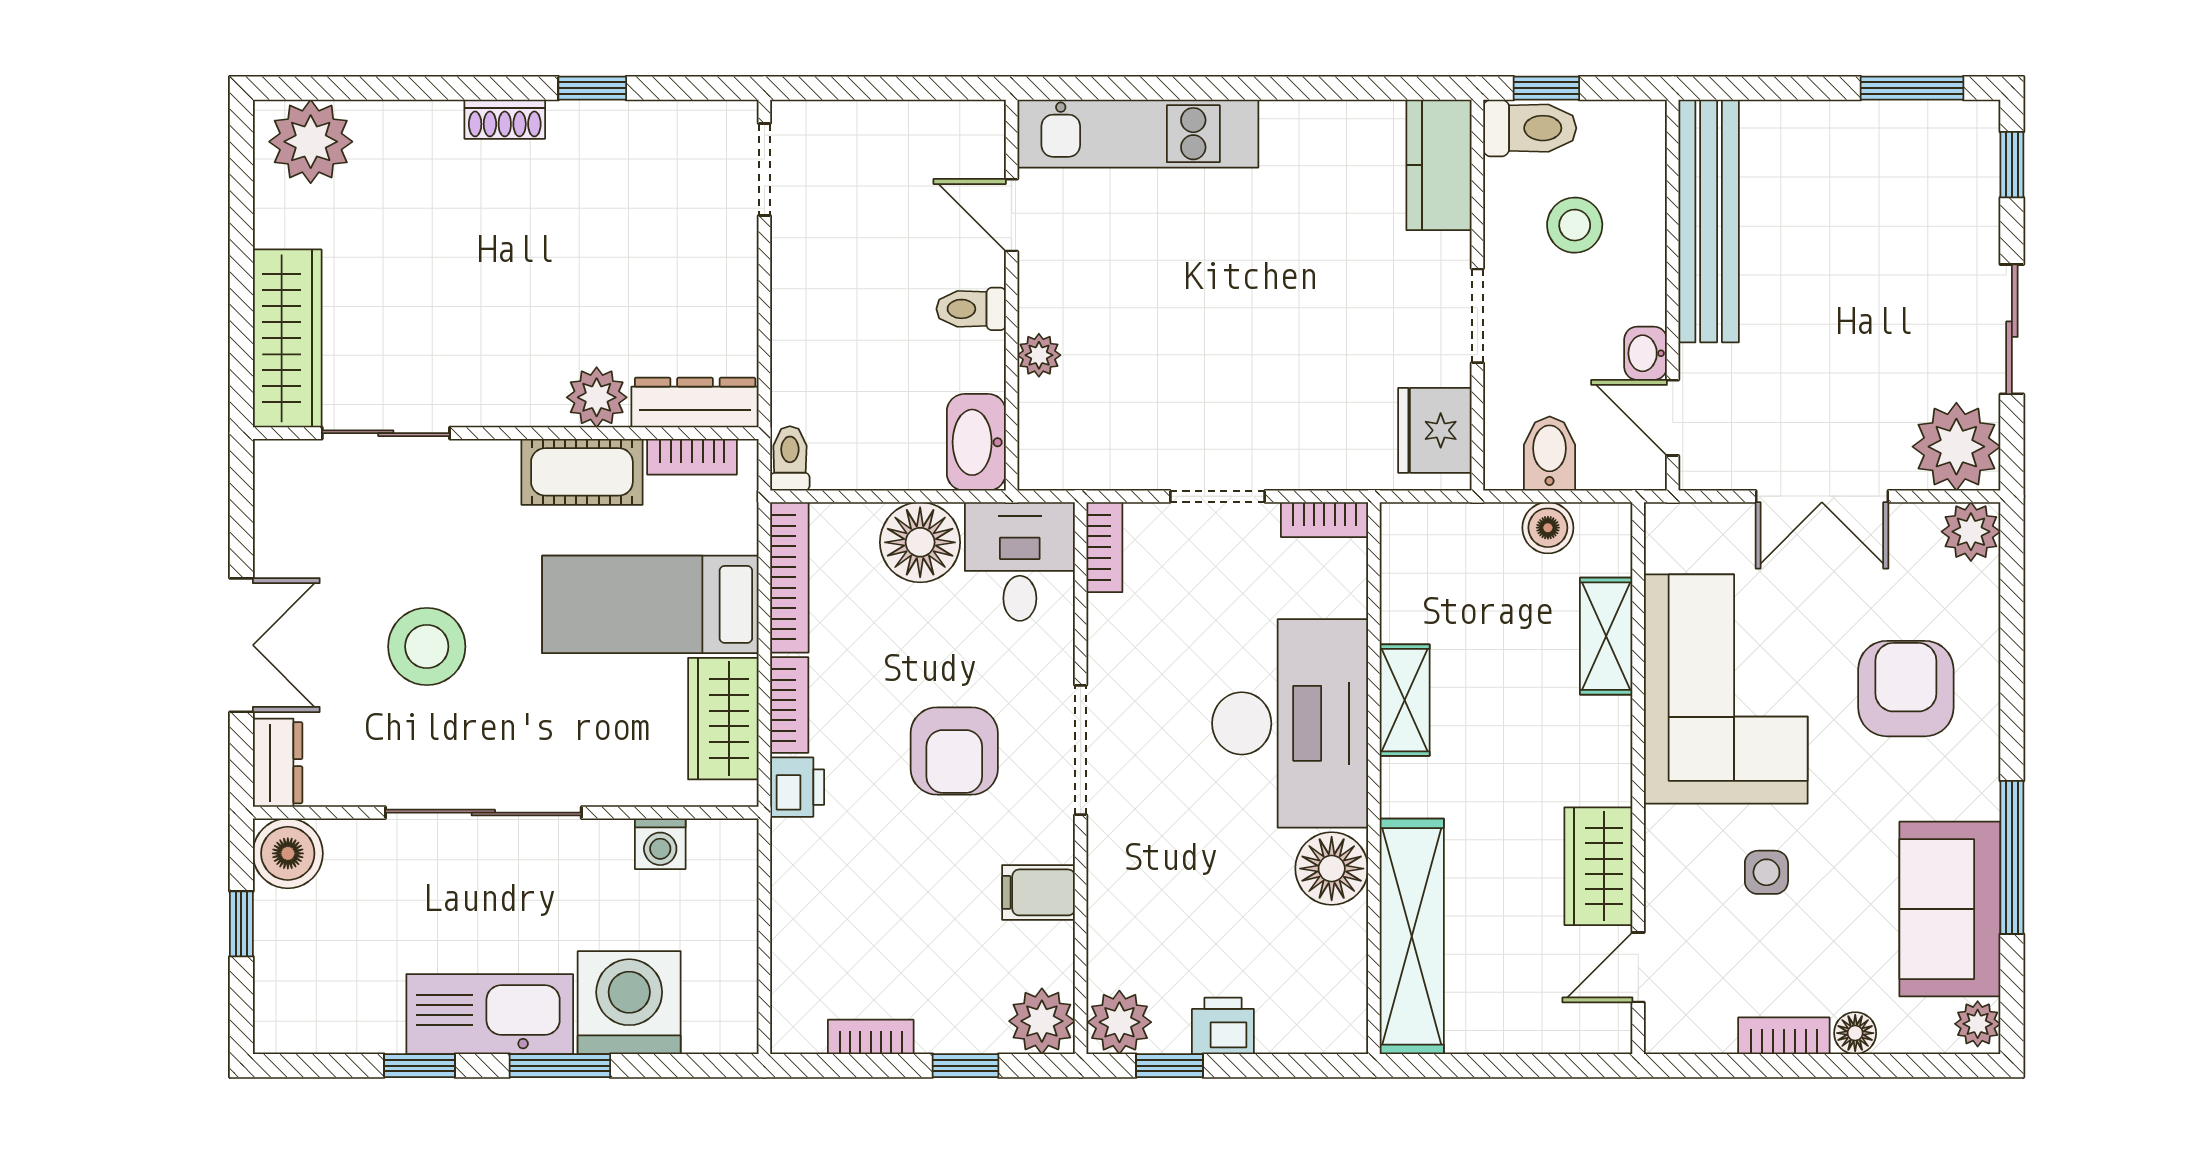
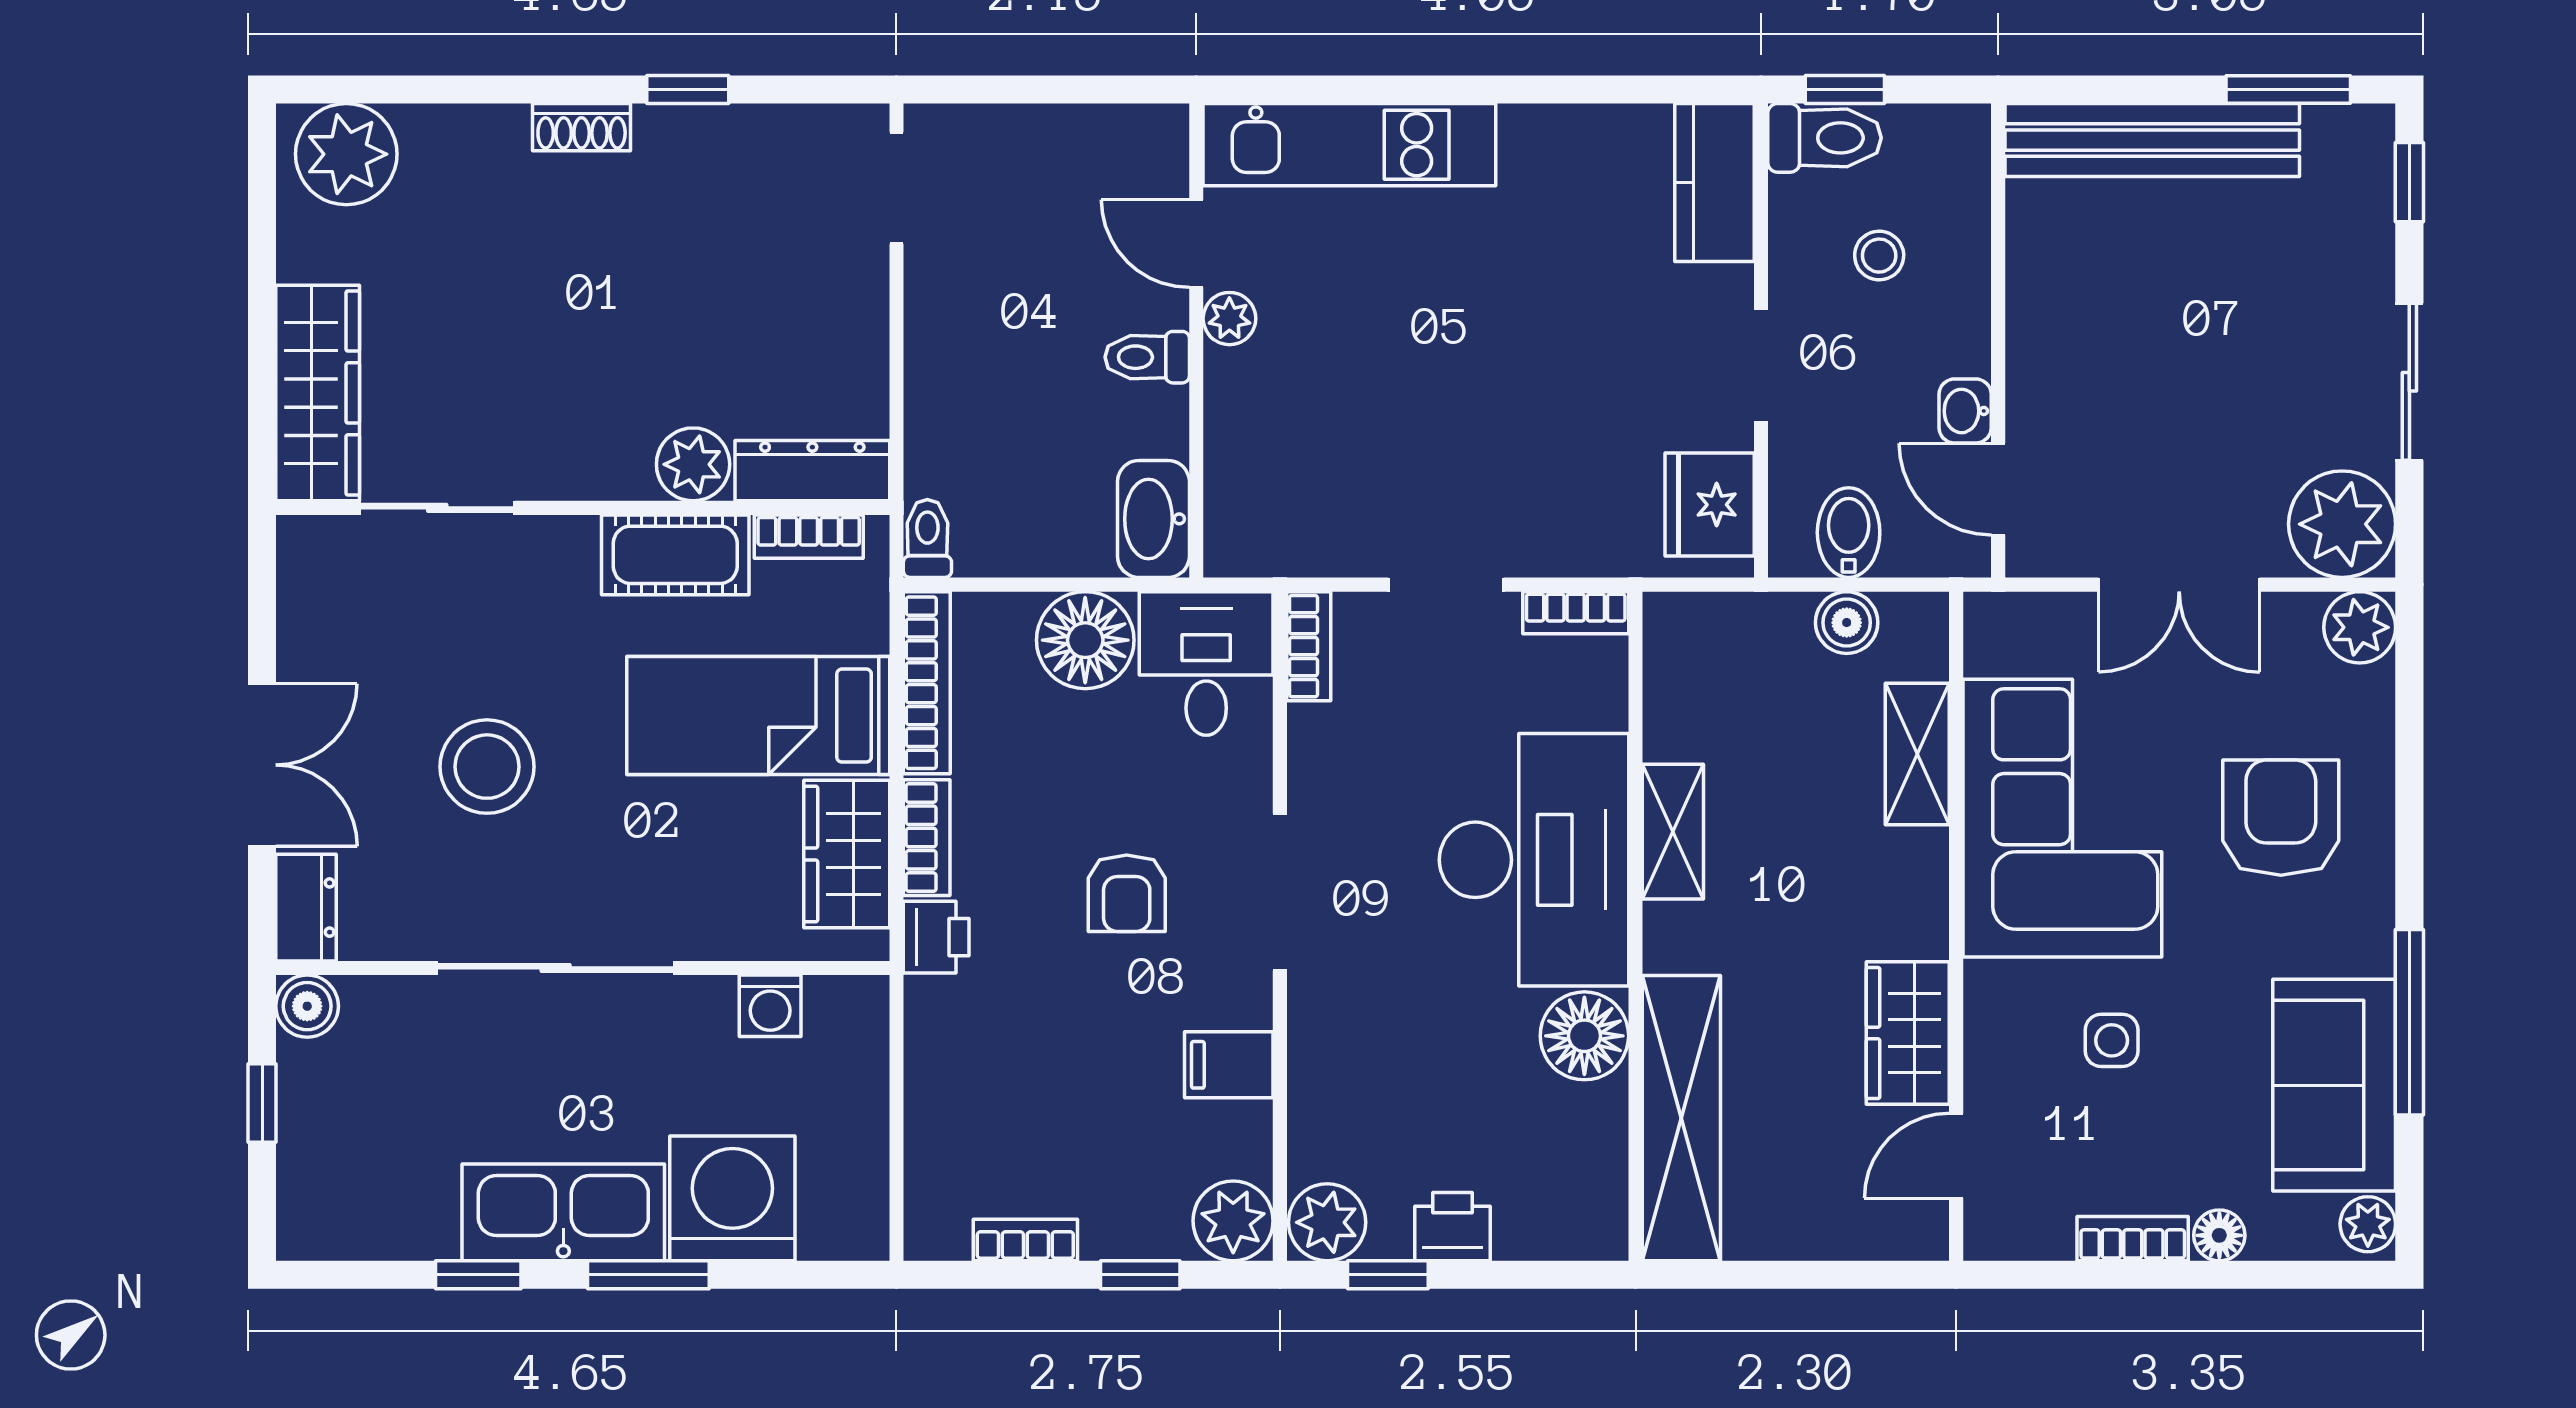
bench: (1709, 221) -> (2152, 140), moved, turned 90
stool: (1575, 225) -> (1879, 256), width x0.73, depth x0.73
plant: (1039, 355) -> (1229, 319), moved
armchair: (954, 751) -> (1127, 893), width x0.72, depth x0.72
boiler: (288, 853) -> (307, 1006), width x0.73, depth x0.73

